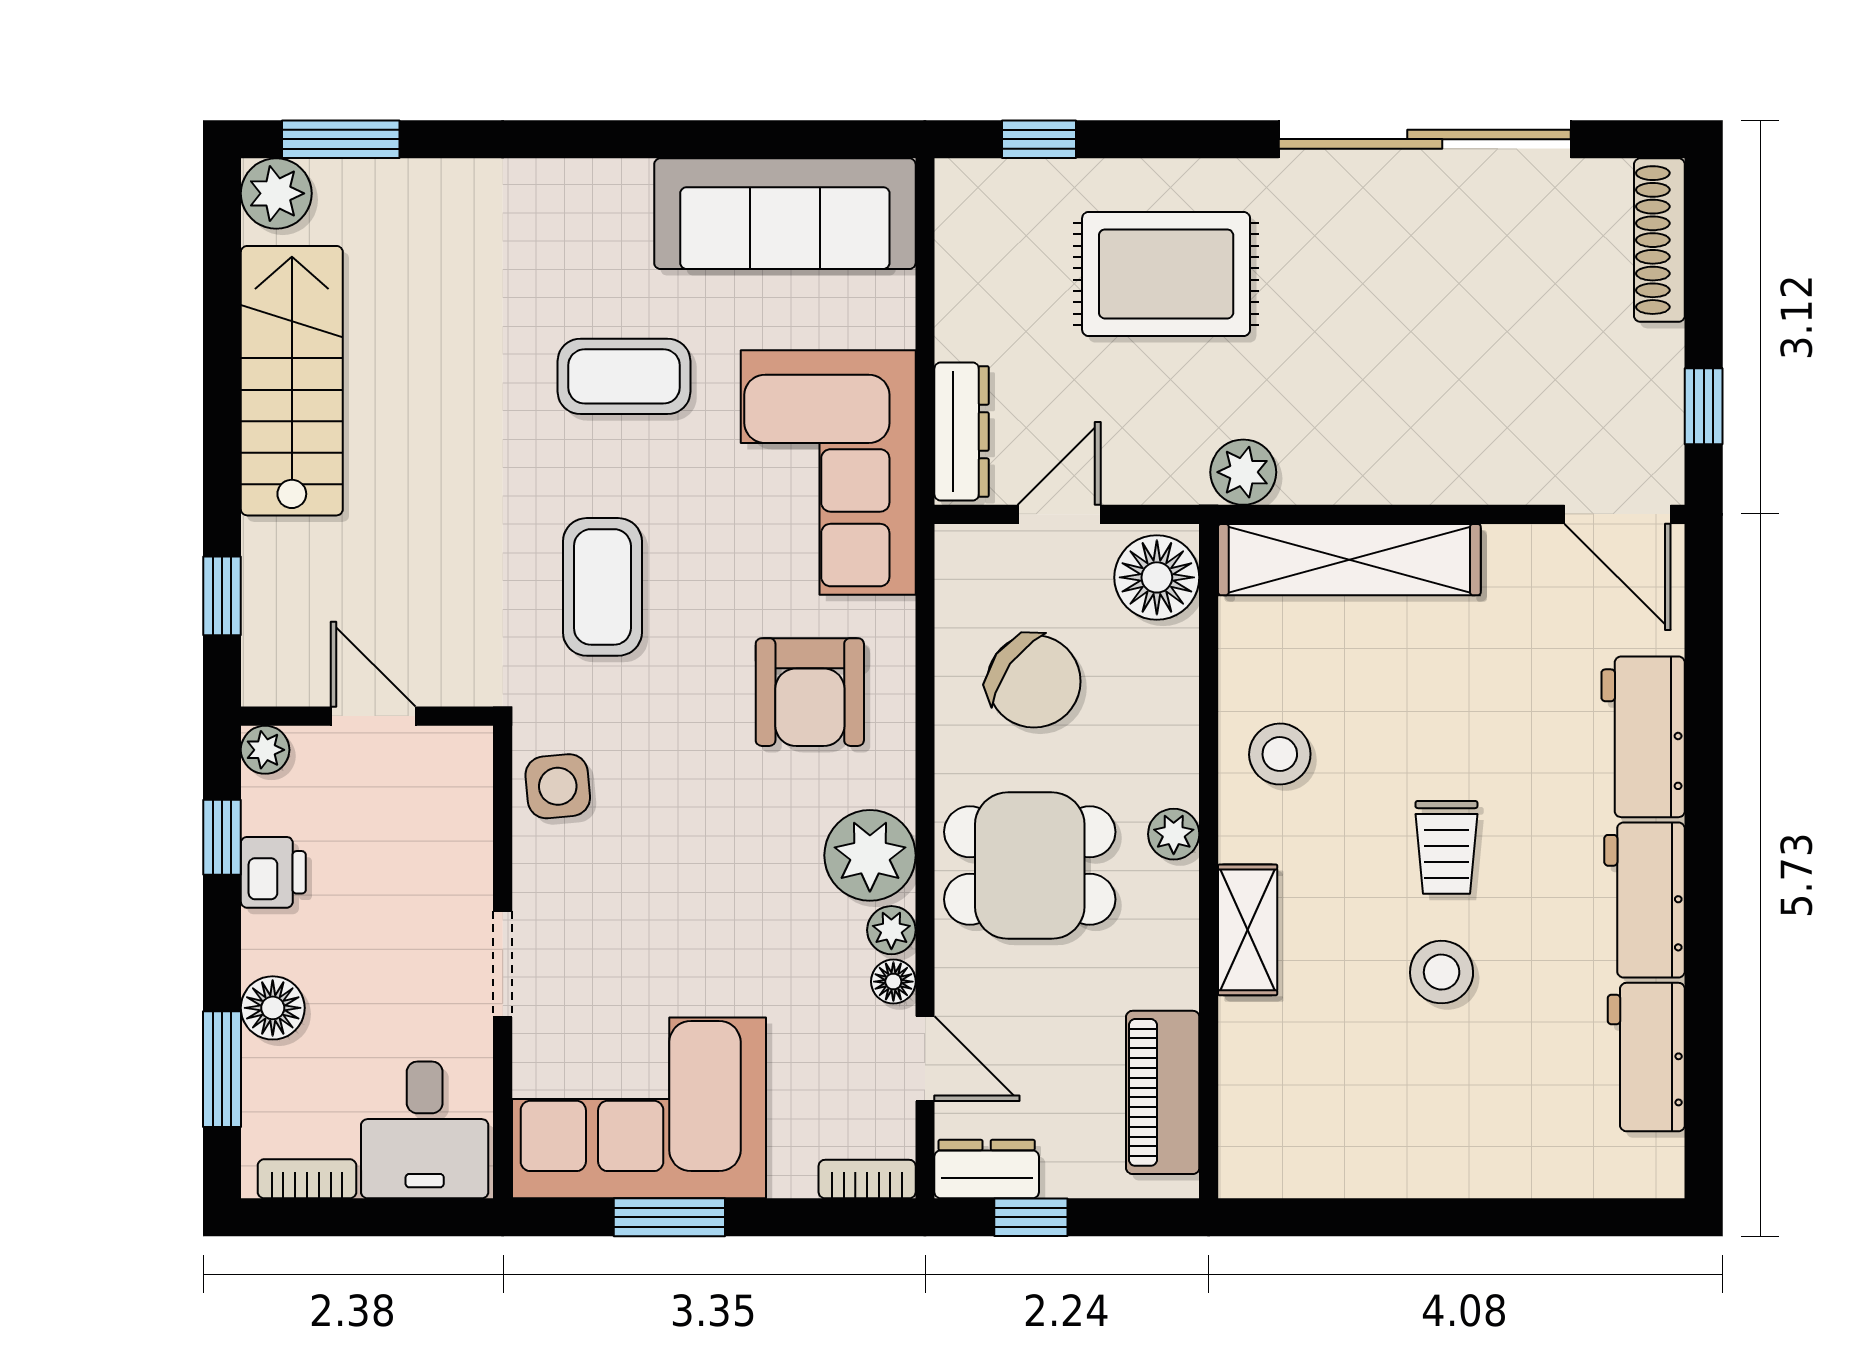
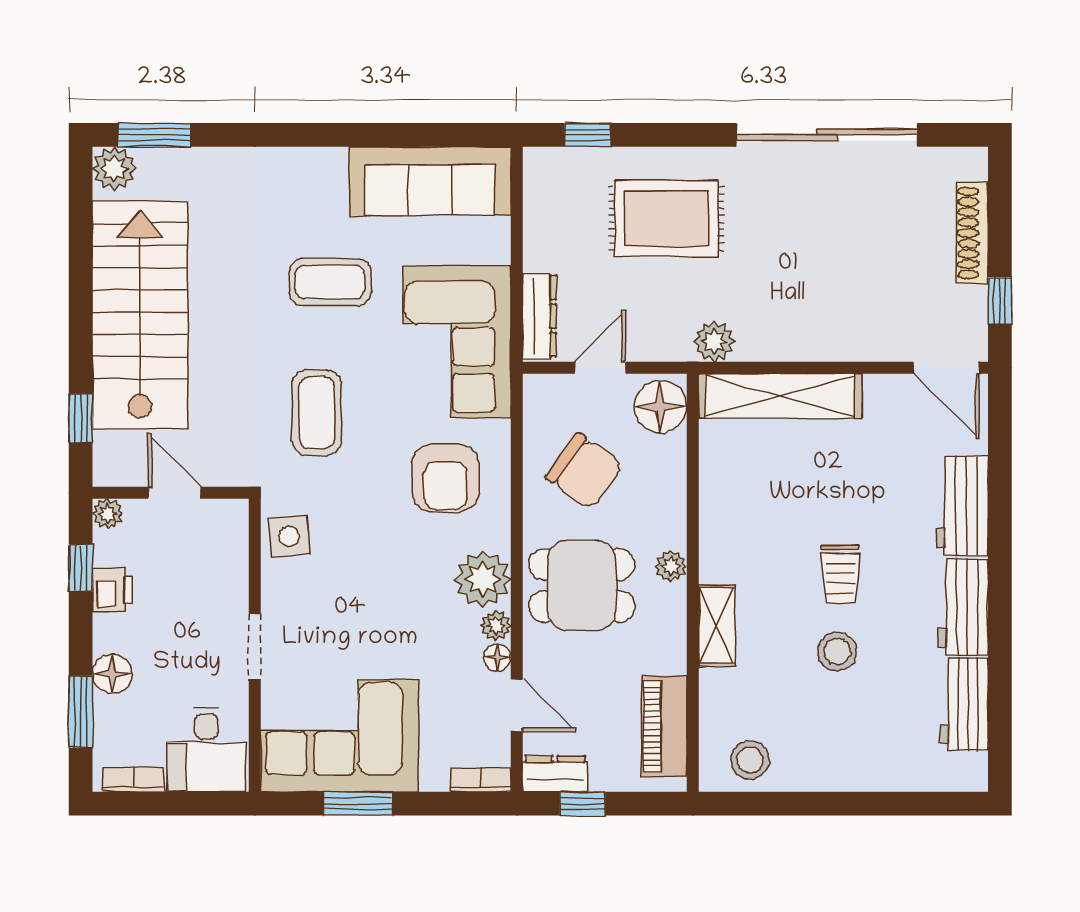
shoe rack: (1659, 240) -> (972, 233), moved
stairs: (292, 381) -> (140, 315), width x1.36, depth x1.51
stool: (1280, 754) -> (750, 760), moved

